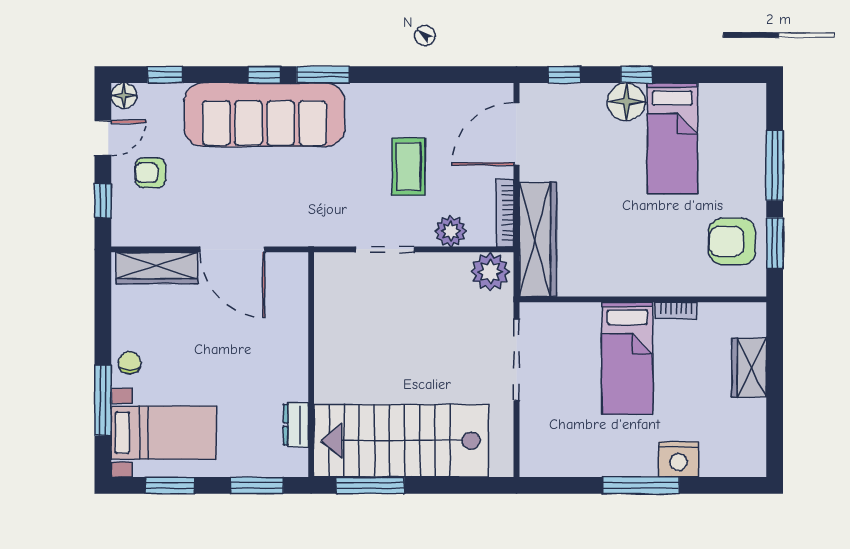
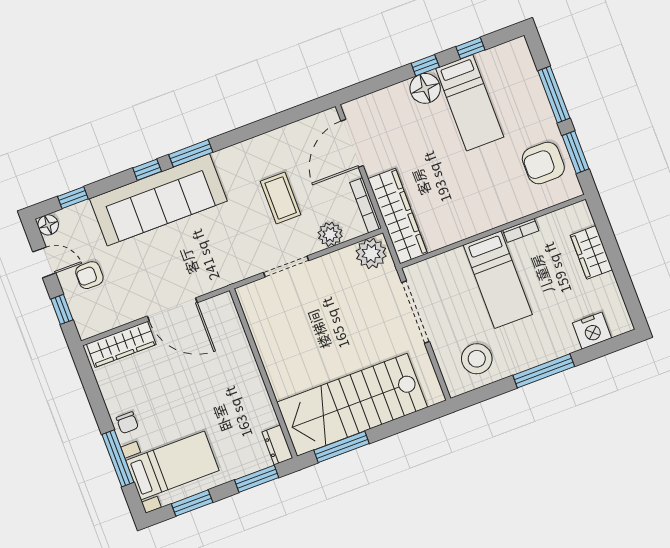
window: (565, 75) -> (470, 48), moved
door: (103, 138) -> (44, 262), hinge flipped
chair: (130, 363) -> (127, 423), turned 180
dresser: (296, 425) -> (277, 445), moved
stool: (568, 442) -> (477, 359), added
nightstand: (679, 459) -> (592, 331), moved

